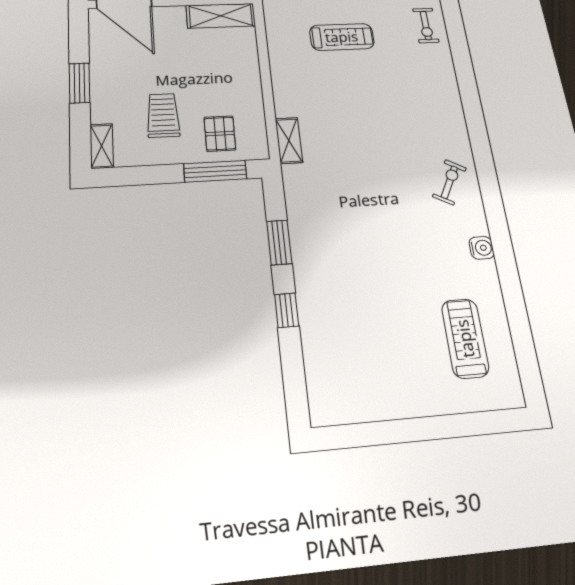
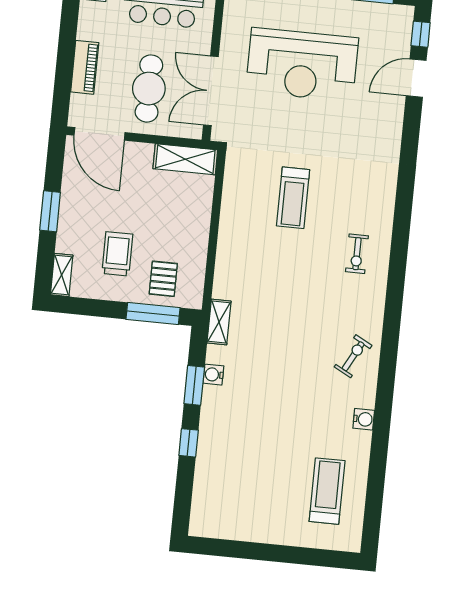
exercise bike: (426, 25) -> (357, 254), moved
treadmill: (342, 37) -> (293, 198), turned 90
shelving: (289, 140) -> (219, 322), moved
water cooler: (299, 227) -> (213, 375), added

